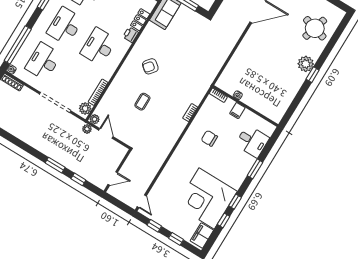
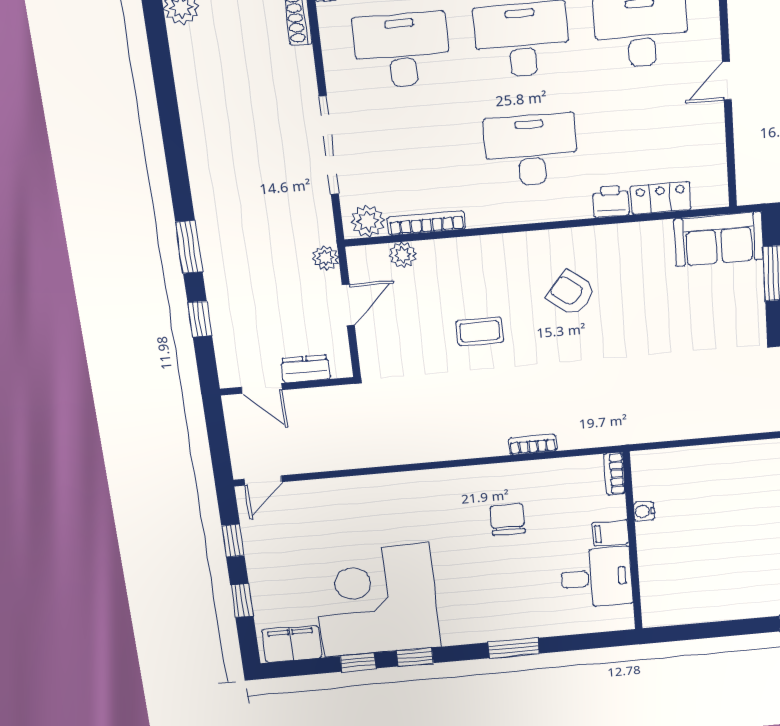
plant: (95, 119) -> (403, 255), moved
desk: (252, 141) -> (596, 578), moved, turned -90
dresser: (116, 161) -> (306, 369), added

